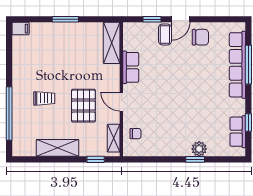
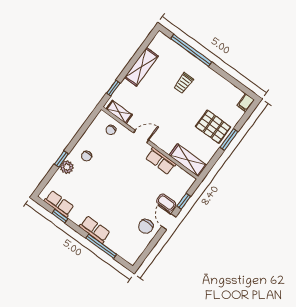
row of seats: (237, 65) -> (95, 230), width x0.50
pallet: (83, 106) -> (213, 127), moved
chair: (176, 138) -> (87, 156), added

